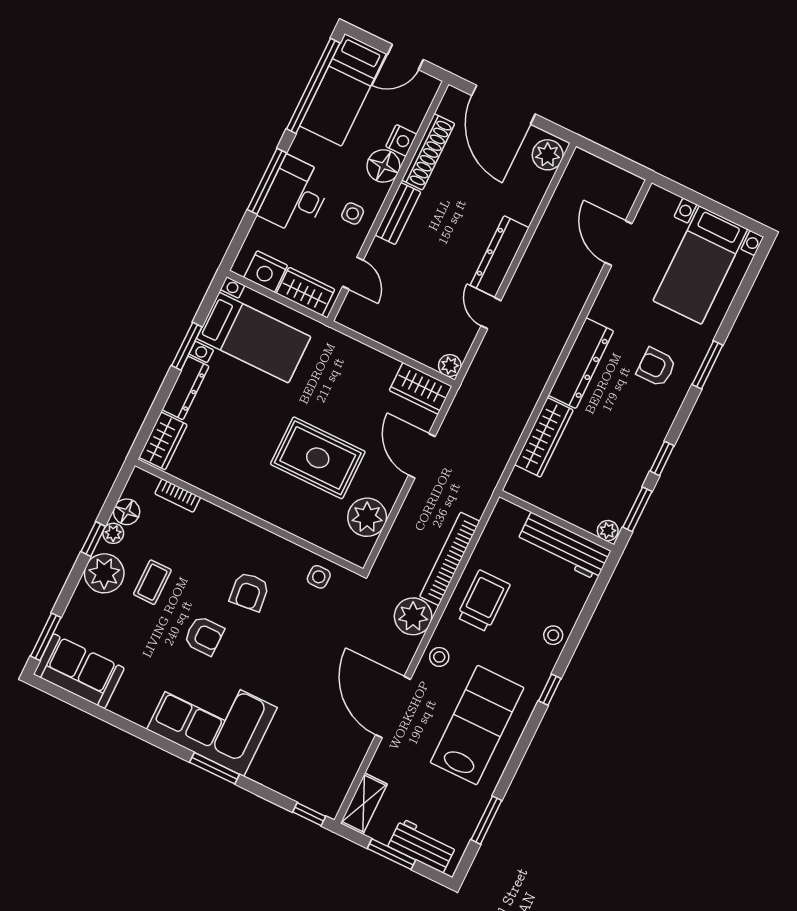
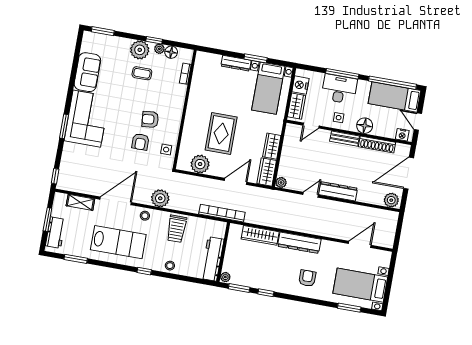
nightstand: (401, 140) -> (402, 135), moved
window: (707, 365) -> (349, 308), moved
wardrobe: (163, 441) -> (272, 146), moved, turned 90
bookcase: (450, 559) -> (222, 213), moved
trolley: (483, 601) -> (177, 229), turned 90
armchair: (204, 636) -> (140, 142), moved
sofa: (79, 671) -> (87, 72), moved
shelving: (364, 804) -> (80, 202), moved

